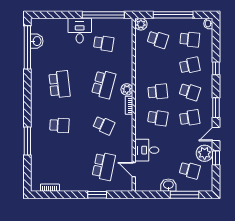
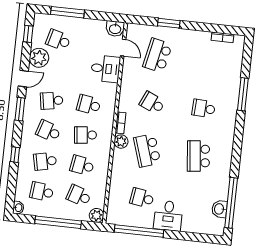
school desk: (158, 66) -> (82, 165), added
school desk: (104, 84) -> (147, 150), turned -33
window: (216, 158) -> (28, 34), moved
washbasin: (168, 185) -> (115, 29), moved

